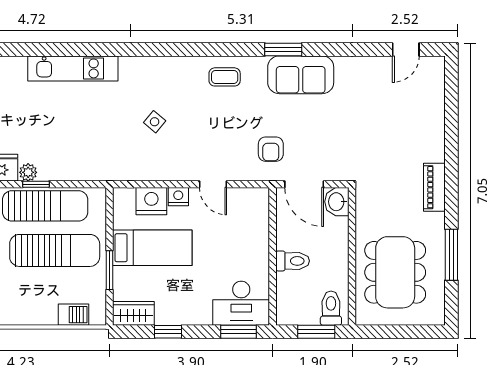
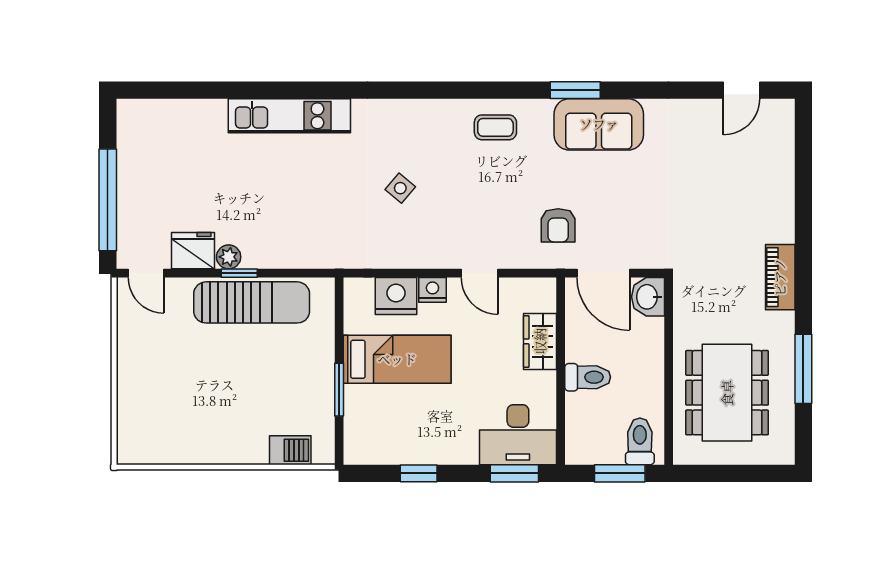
sun lounger: (55, 250) -> (265, 363), removed
wardrobe: (133, 313) -> (540, 341), moved, turned -90

